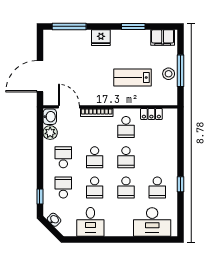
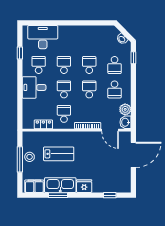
window: (69, 26) -> (110, 195), width x0.46
kitchen sink: (130, 39) -> (60, 185), added
window: (181, 184) -> (20, 53), moved
desk: (90, 222) -> (34, 87), moved, turned -90

